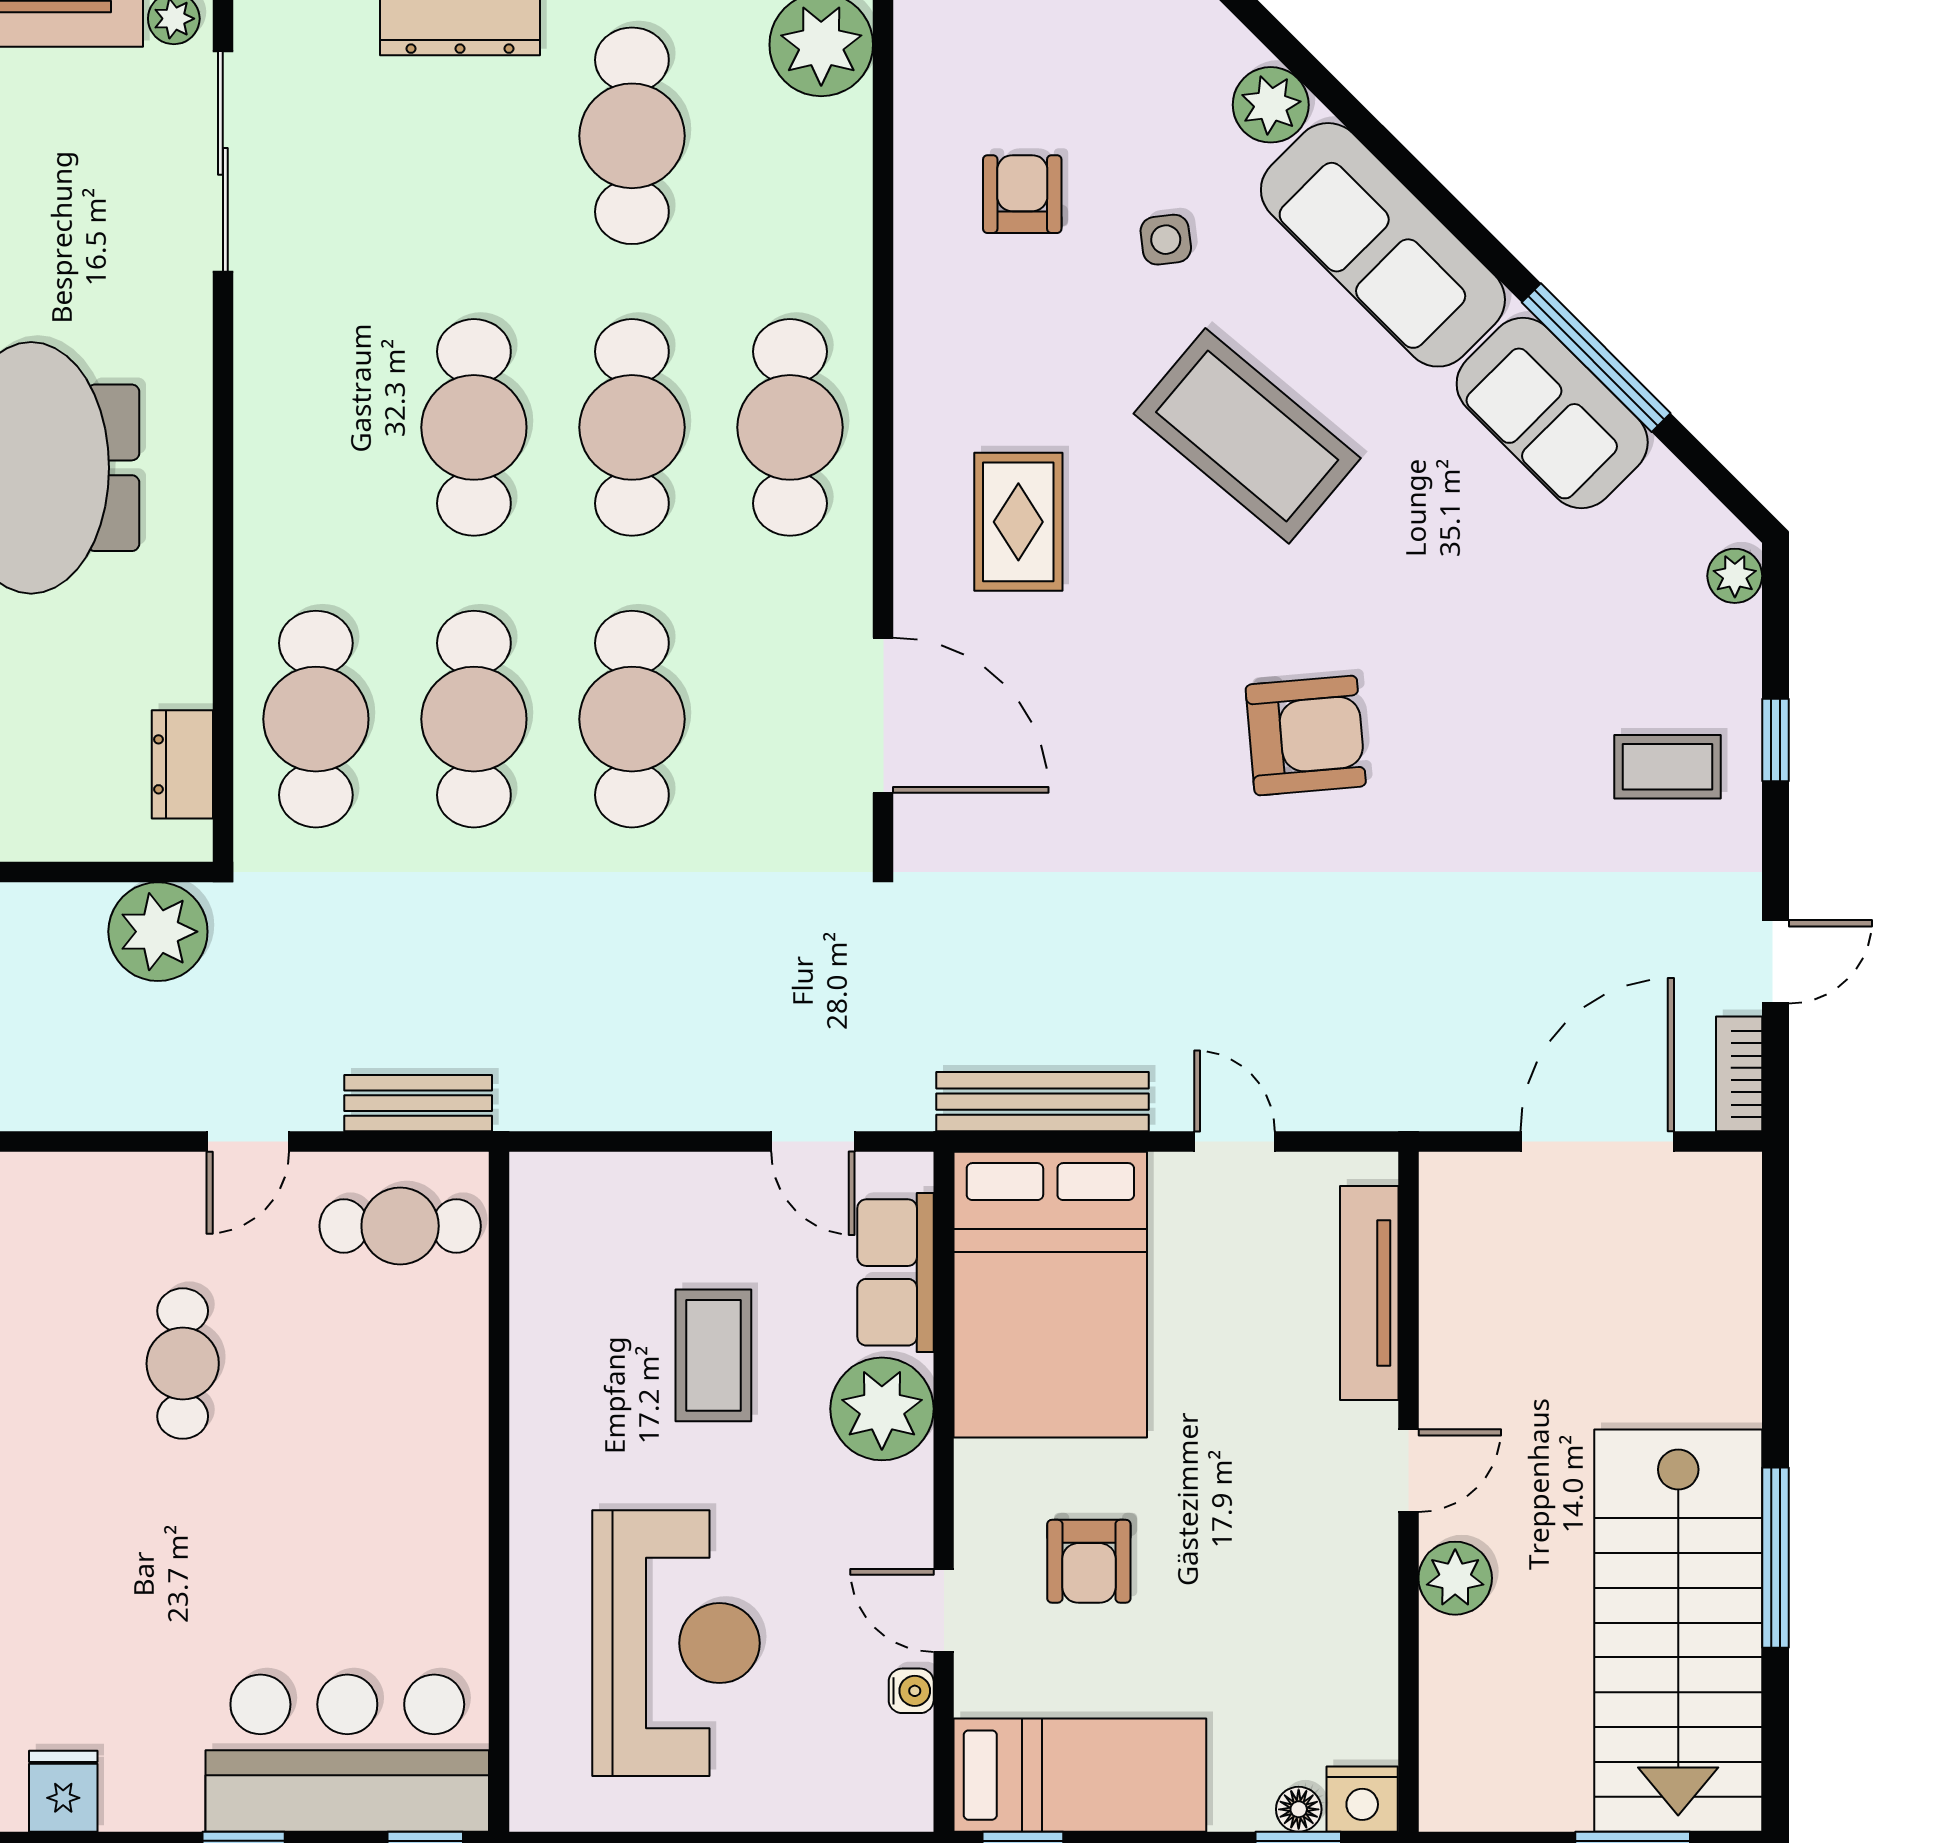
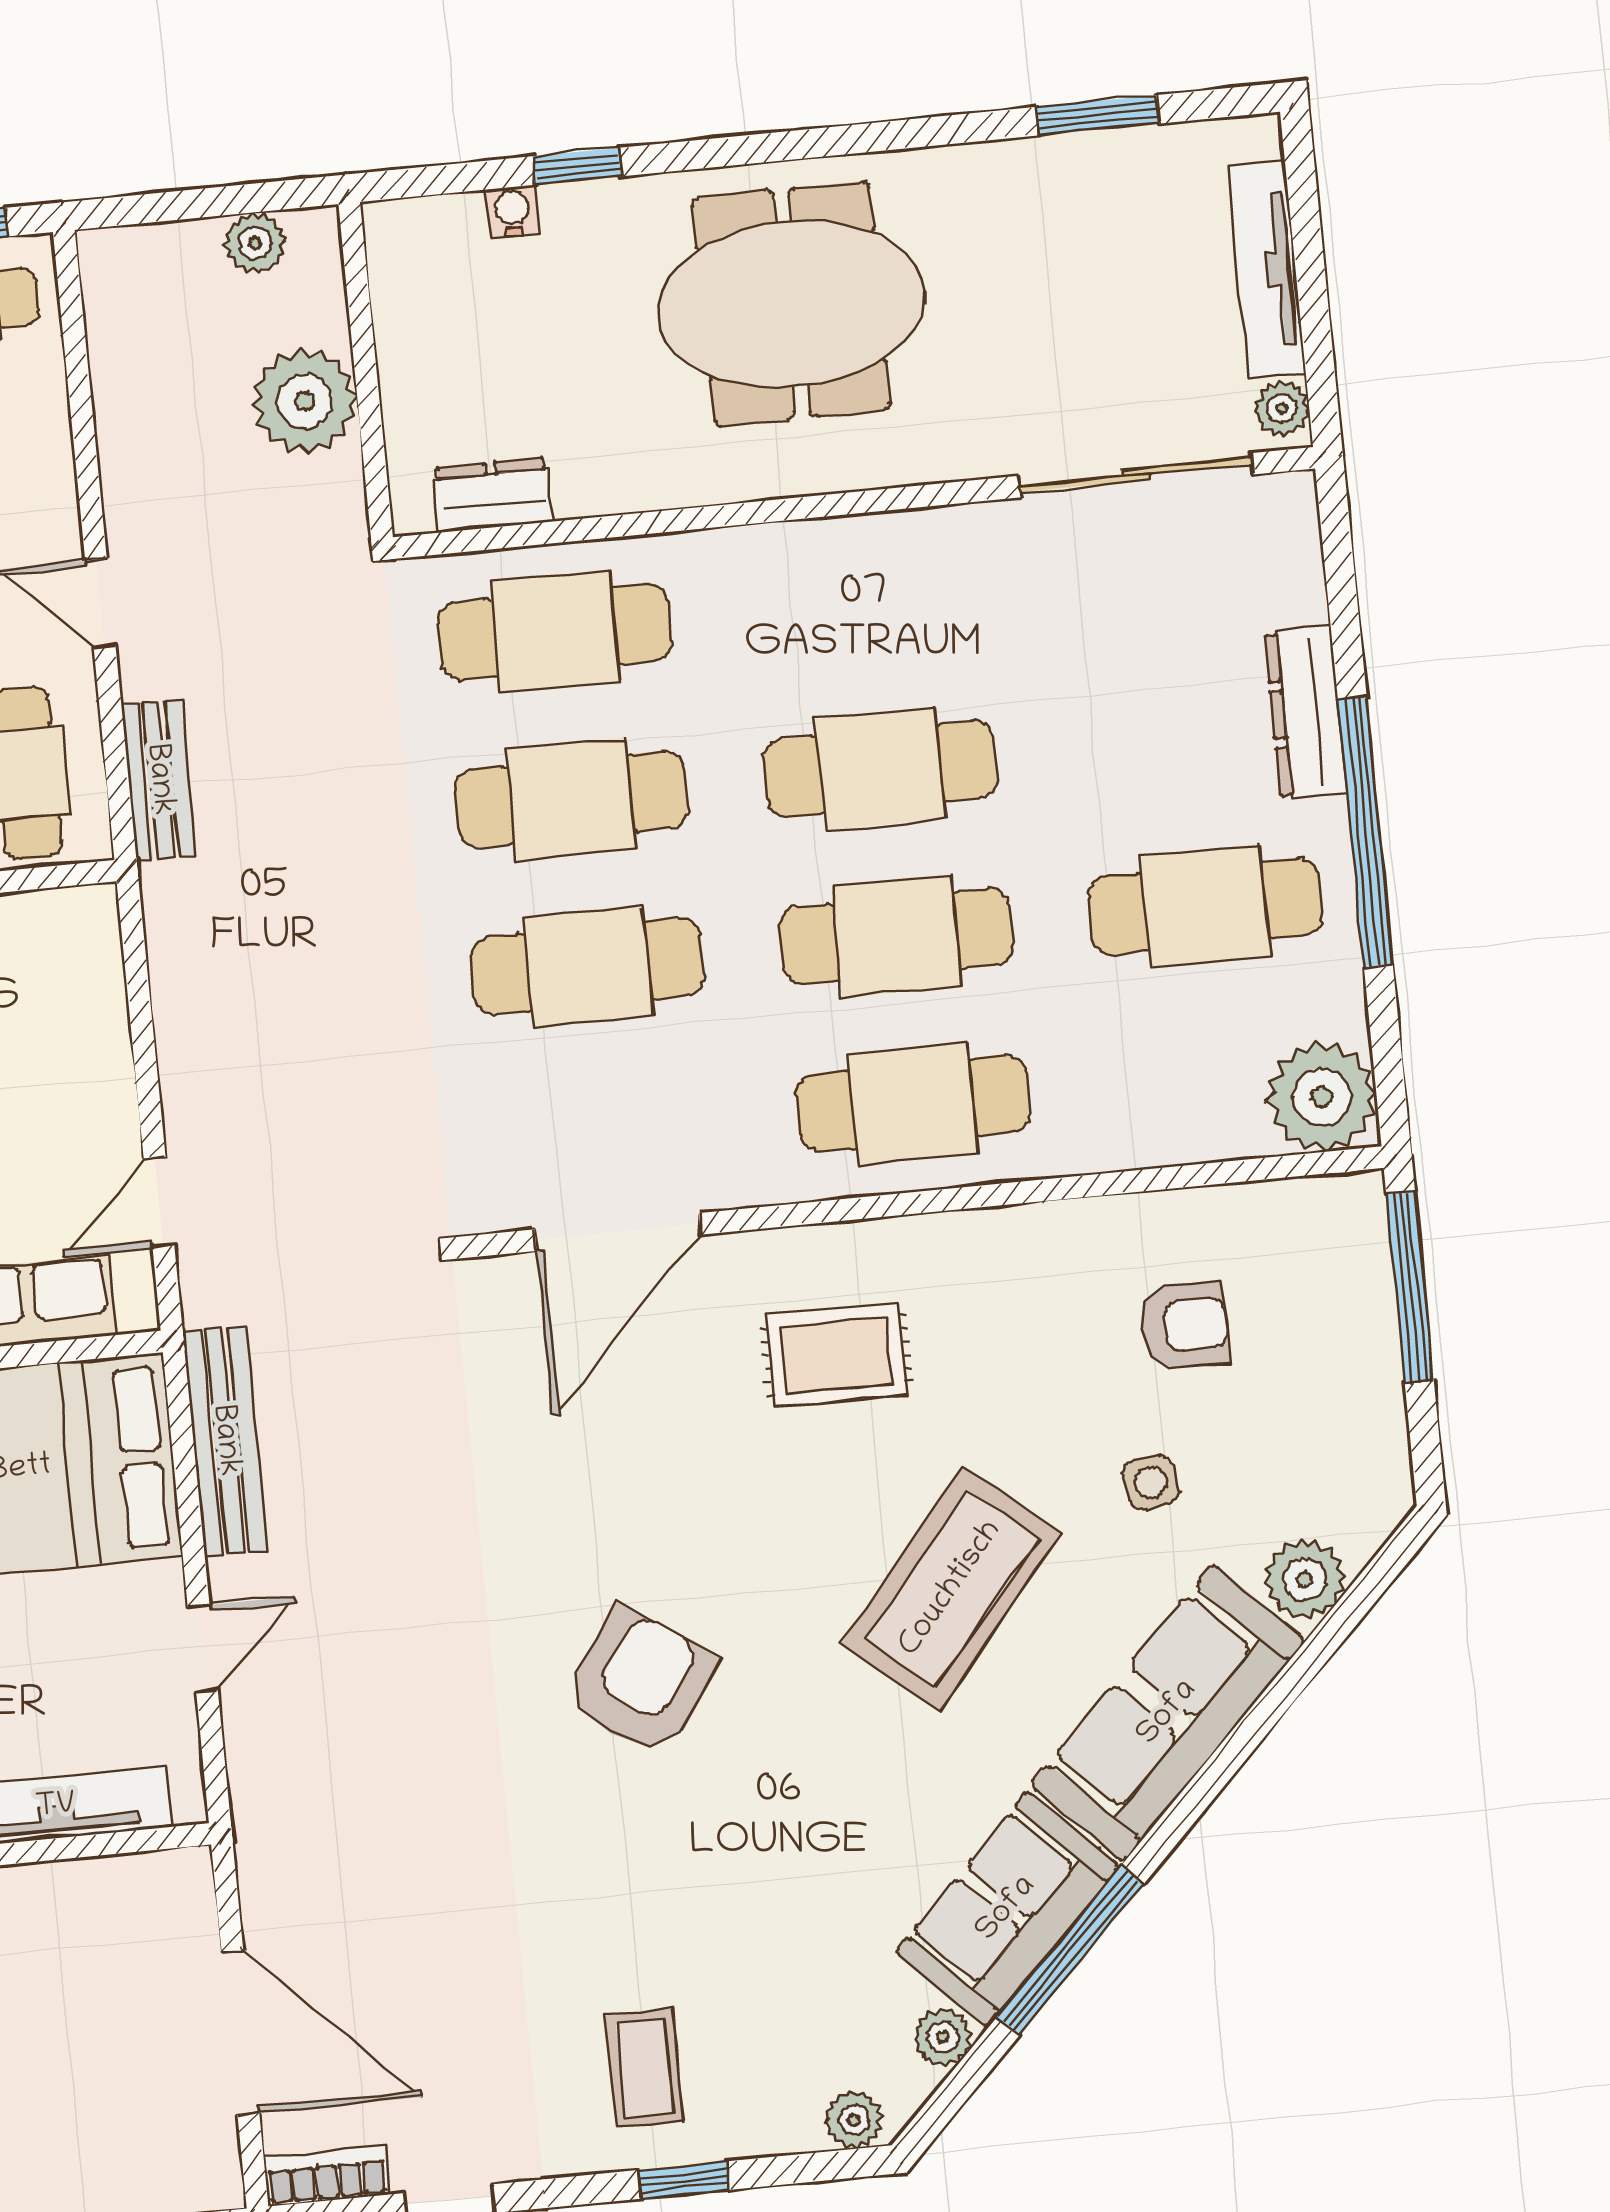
plant: (1666, 485) -> (943, 2037), added
armchair: (1306, 736) -> (640, 1682), turned -140
plant: (158, 932) -> (305, 401), moved

